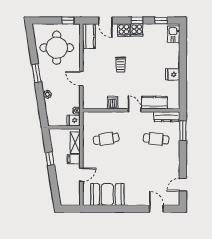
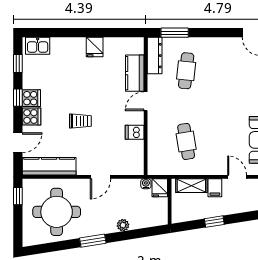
kitchen counter: (89, 36) -> (49, 166), width x1.50

